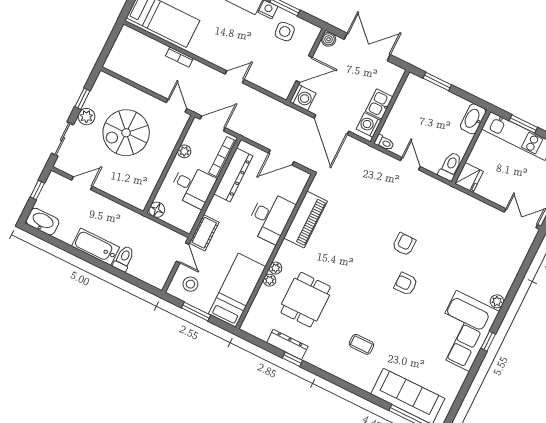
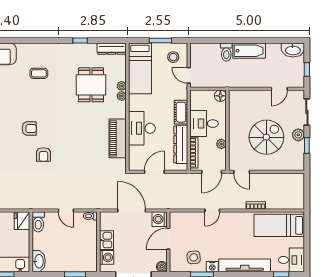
washing machine: (369, 125) -> (107, 257), moved
cot: (204, 233) -> (181, 112), moved
dresser: (287, 345) -> (112, 49), moved

